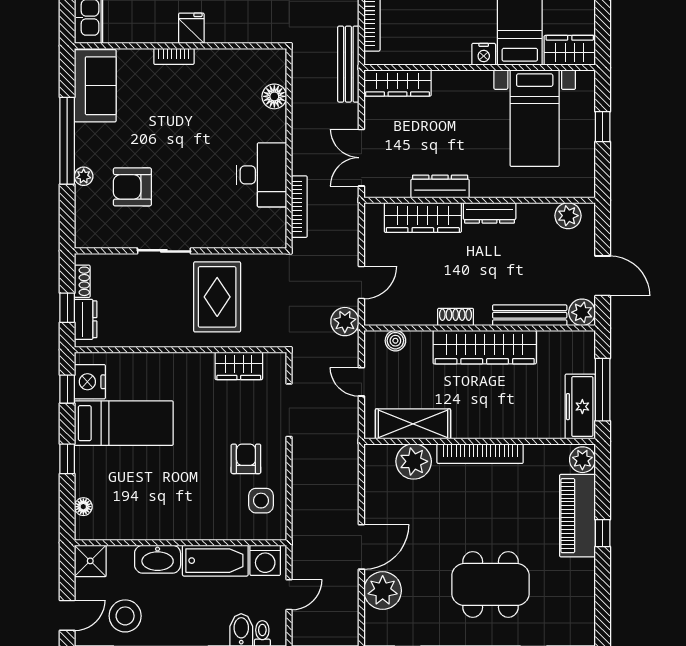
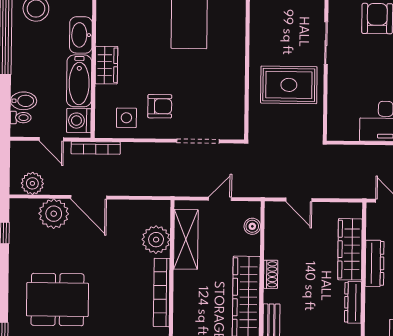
bookcase: (299, 207) -> (96, 148), moved
plant: (345, 322) -> (32, 183), moved
wardrobe: (239, 366) -> (106, 65), moved, turned 180
dining table: (491, 584) -> (57, 300), turned 90

